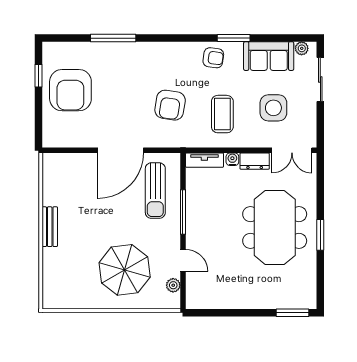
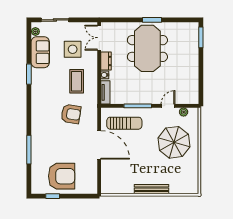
armchair: (213, 58) -> (41, 87), removed
coffee table: (222, 114) -> (77, 81), turned 90
double door: (292, 150) -> (99, 38), swing flipped
bench: (50, 227) -> (151, 189), width x1.36
meeting table: (275, 227) -> (147, 48), turned 90

